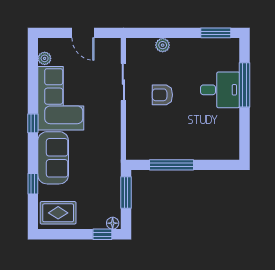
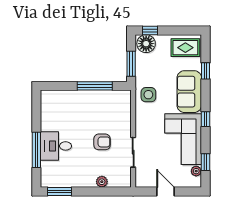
window: (33, 70) -> (205, 162), added
side table: (104, 154) -> (148, 95), added
floor lamp: (113, 223) -> (146, 44), width x1.89, depth x1.89

